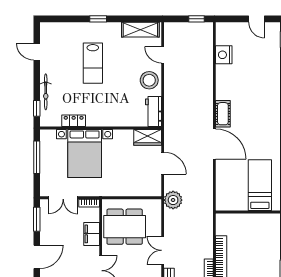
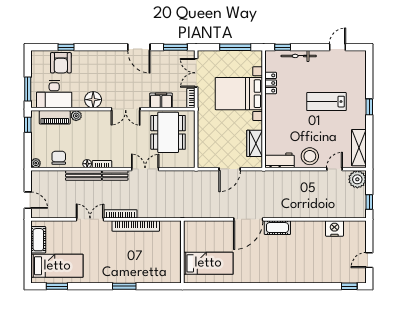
wardrobe: (148, 137) -> (255, 143), moved
plant: (173, 200) -> (357, 179), moved

